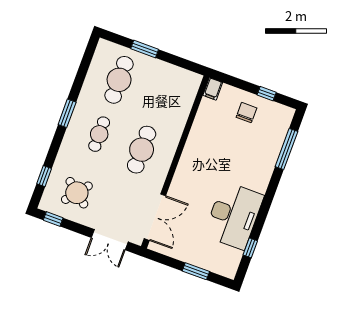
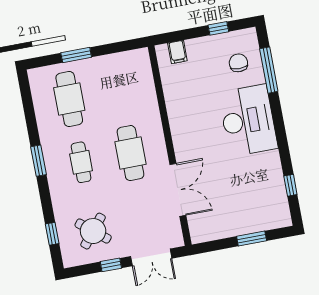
filing cabinet: (213, 89) -> (177, 52), moved
chair: (246, 113) -> (238, 63), moved
desk: (234, 215) -> (248, 120), moved
double door: (155, 217) -> (178, 190), moved
window: (53, 219) -> (111, 265), moved

